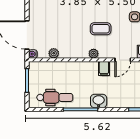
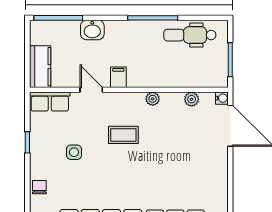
plant: (94, 54) -> (153, 99), moved
door: (123, 60) -> (91, 90), hinge flipped
washbasin: (99, 101) -> (92, 30), moved

